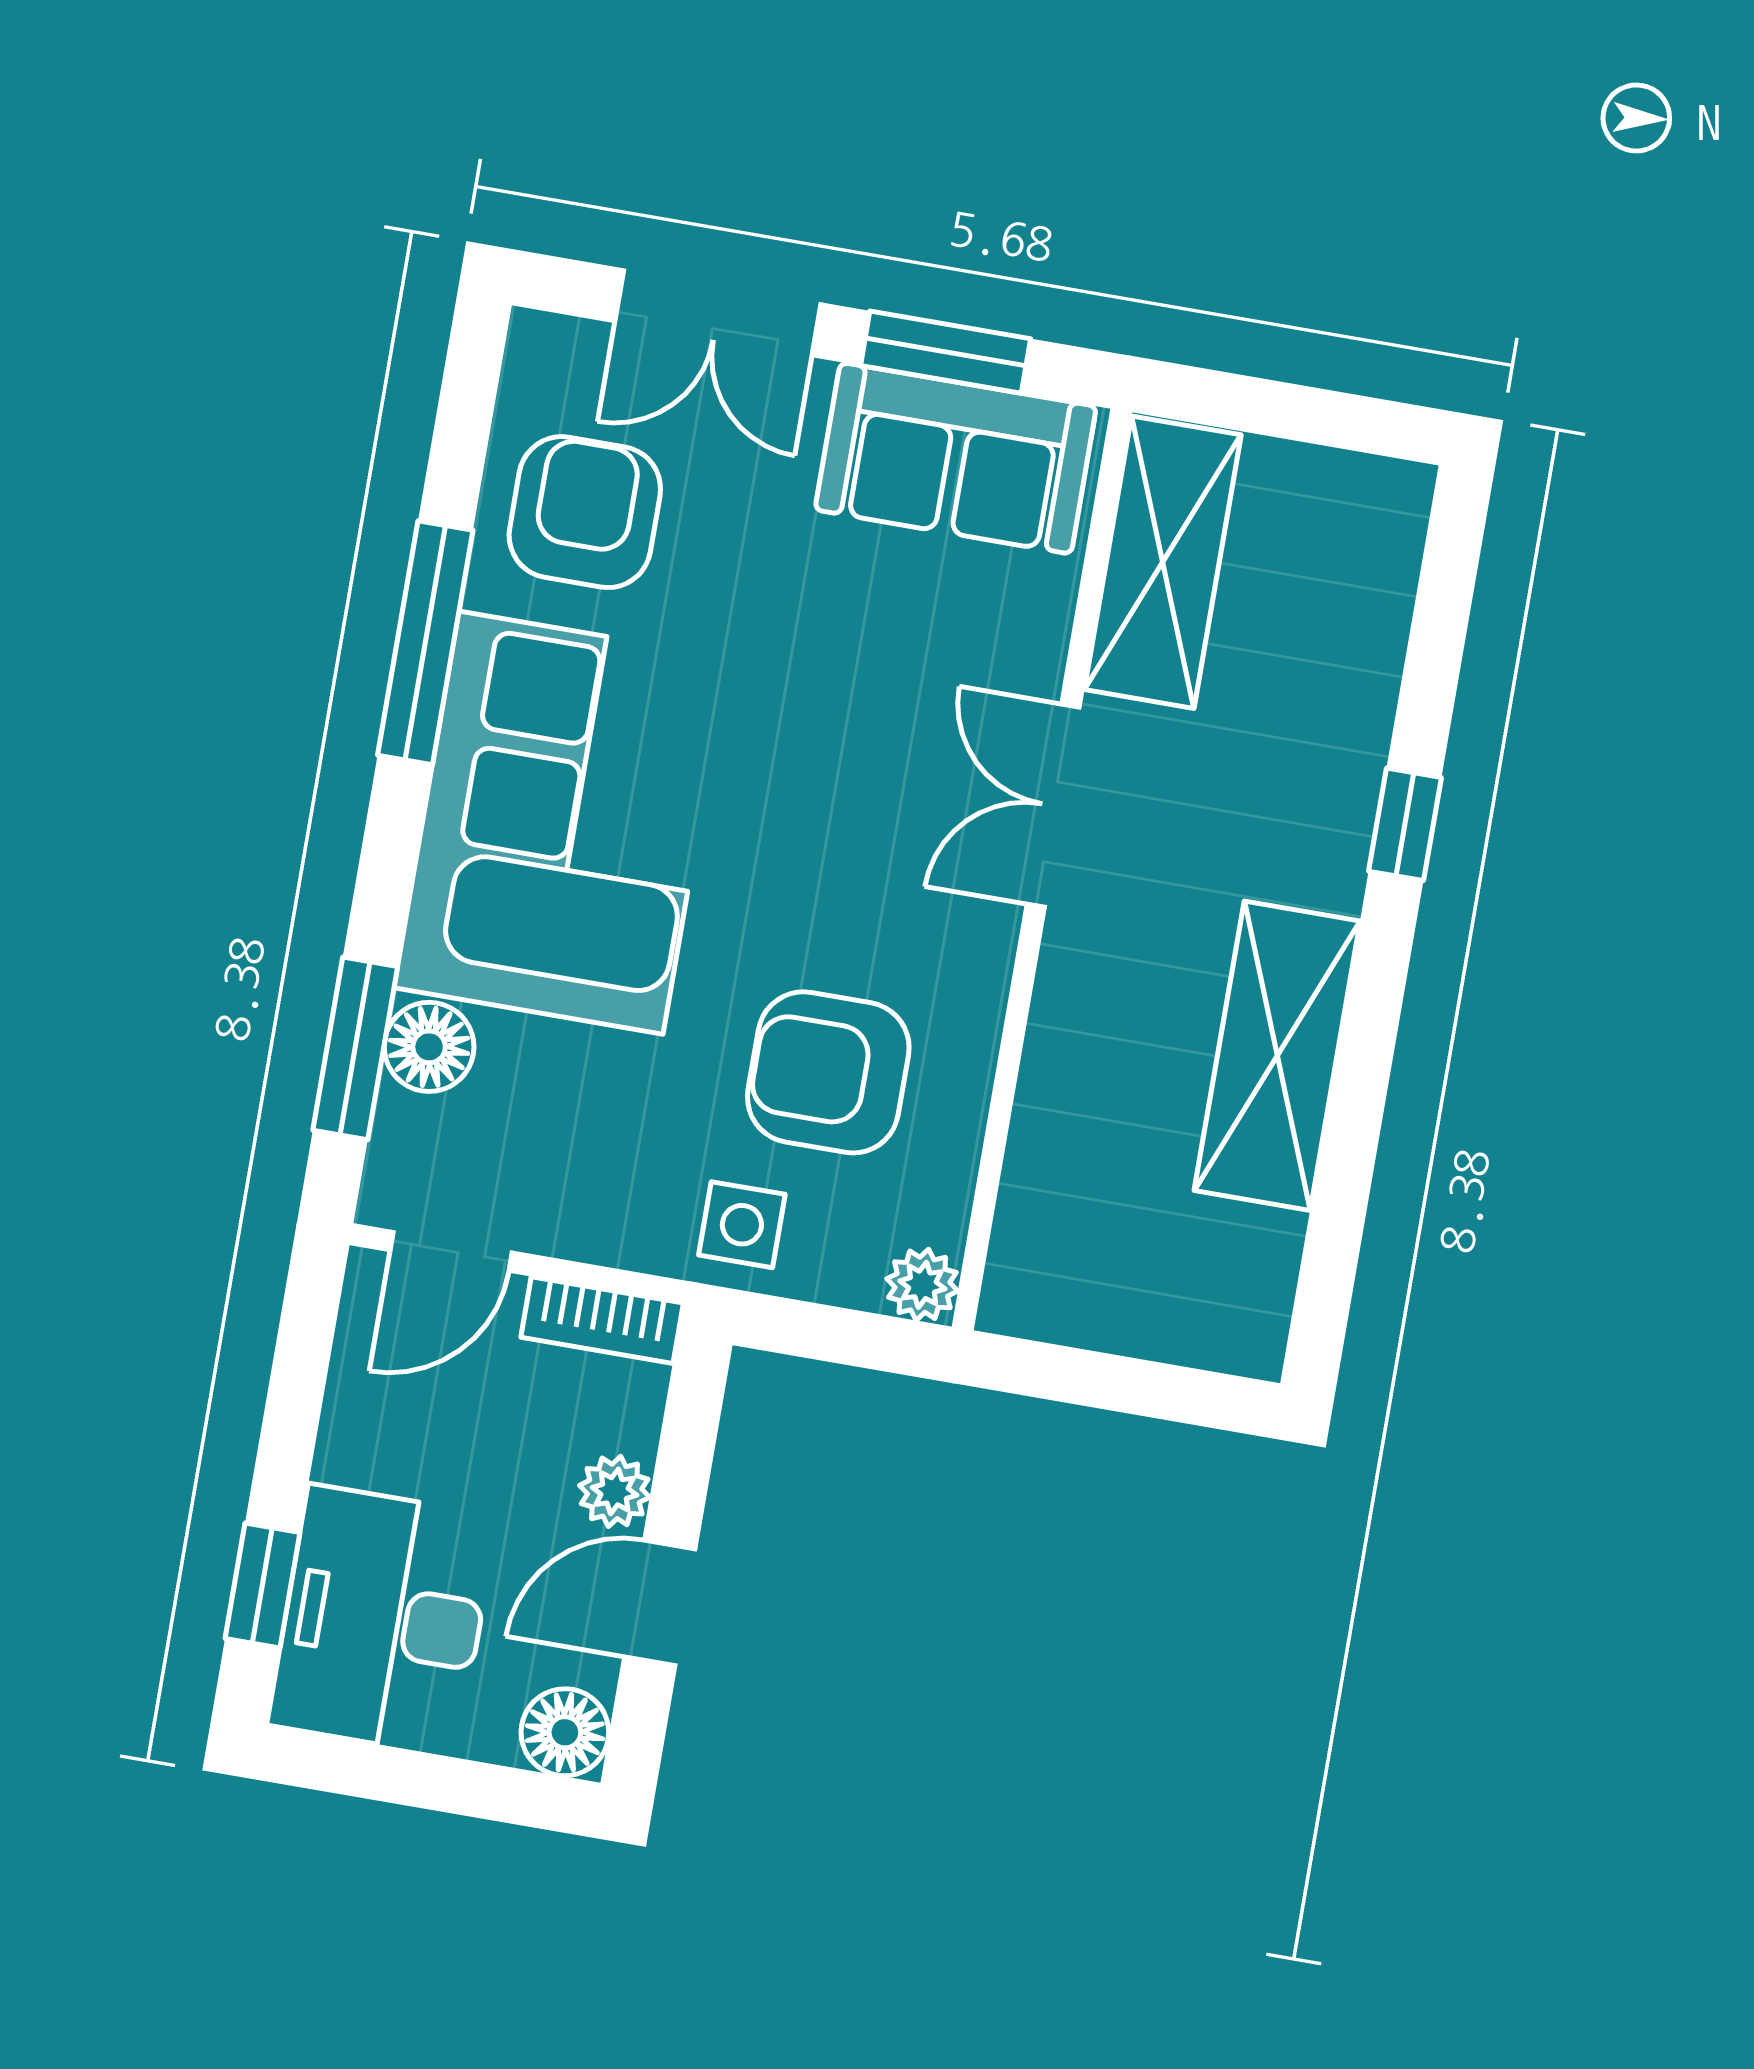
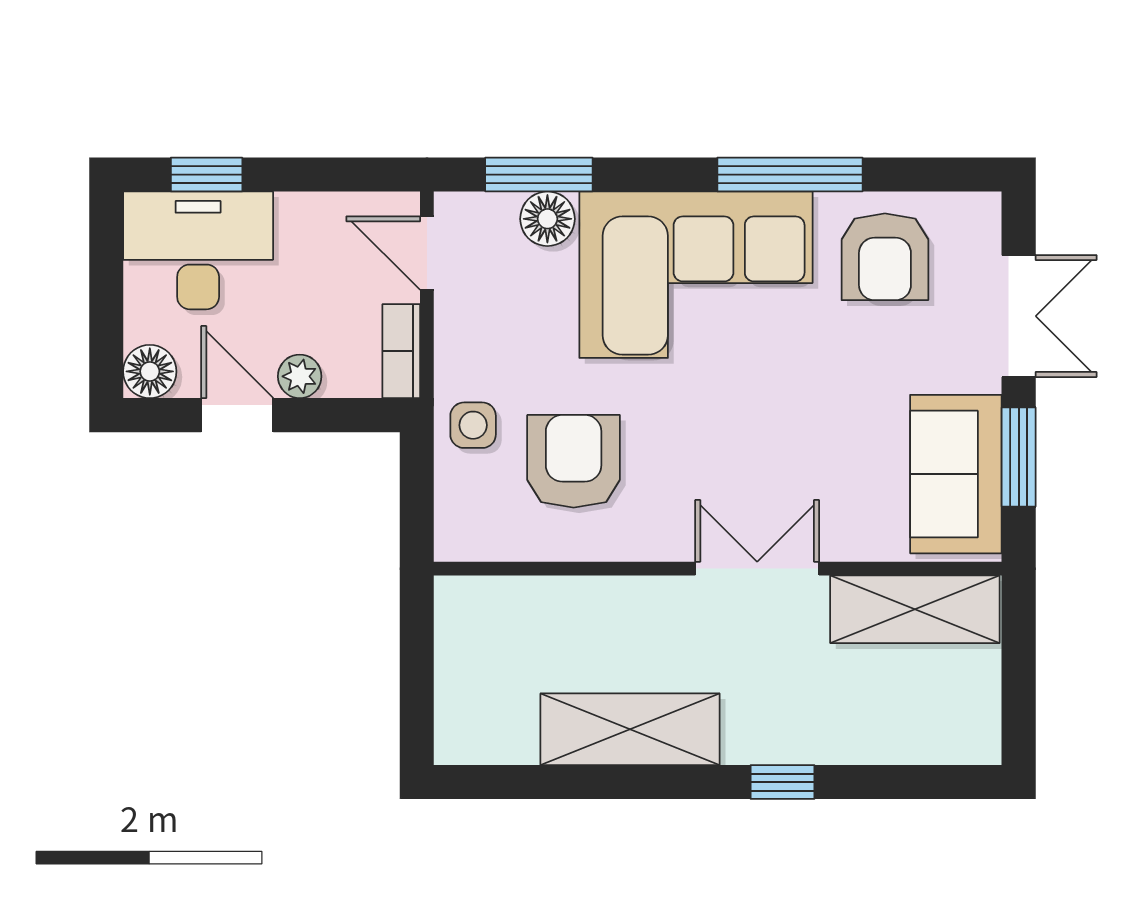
double door: (718, 313) -> (1019, 316), swing flipped
armchair: (585, 512) -> (885, 257), turned 90
plant: (922, 1285) -> (456, 540), removed

